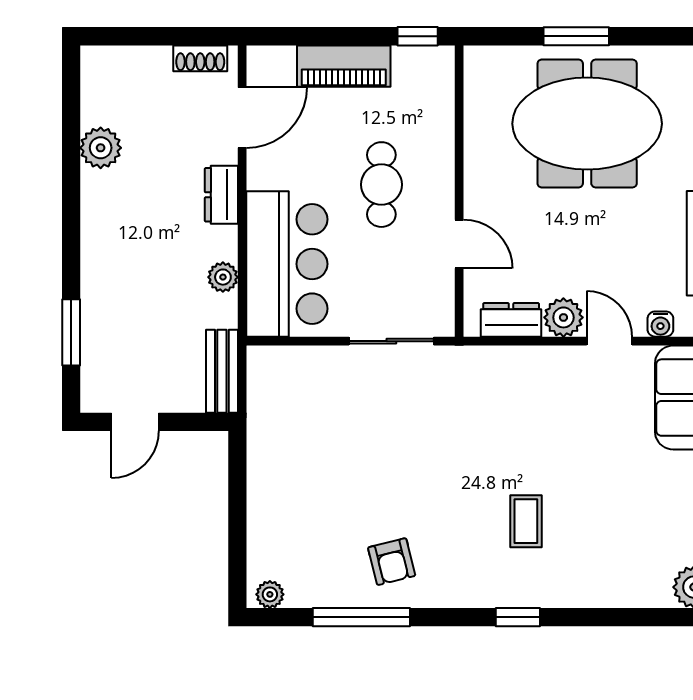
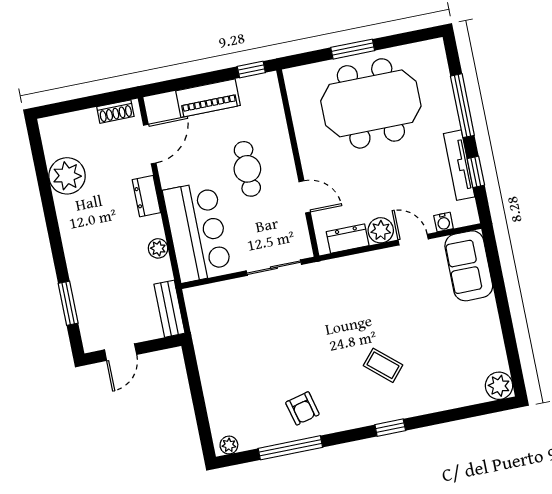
plant: (101, 148) -> (67, 176), width x1.36, depth x1.36
coffee table: (526, 521) -> (383, 365), turned -49

